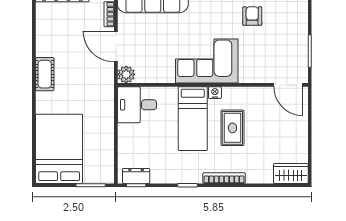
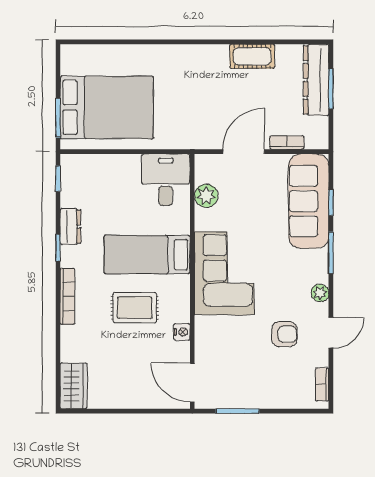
cot: (45, 74) -> (252, 56), moved
plant: (126, 74) -> (206, 196), moved
door: (288, 85) -> (192, 383), hinge flipped
nightstand: (215, 93) -> (182, 332), moved
bed: (59, 149) -> (107, 107), moved
dresser: (136, 176) -> (70, 226), moved

